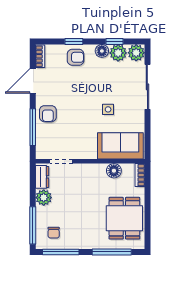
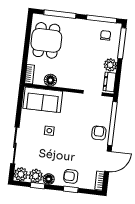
window: (33, 127) -> (112, 124), width x1.46

